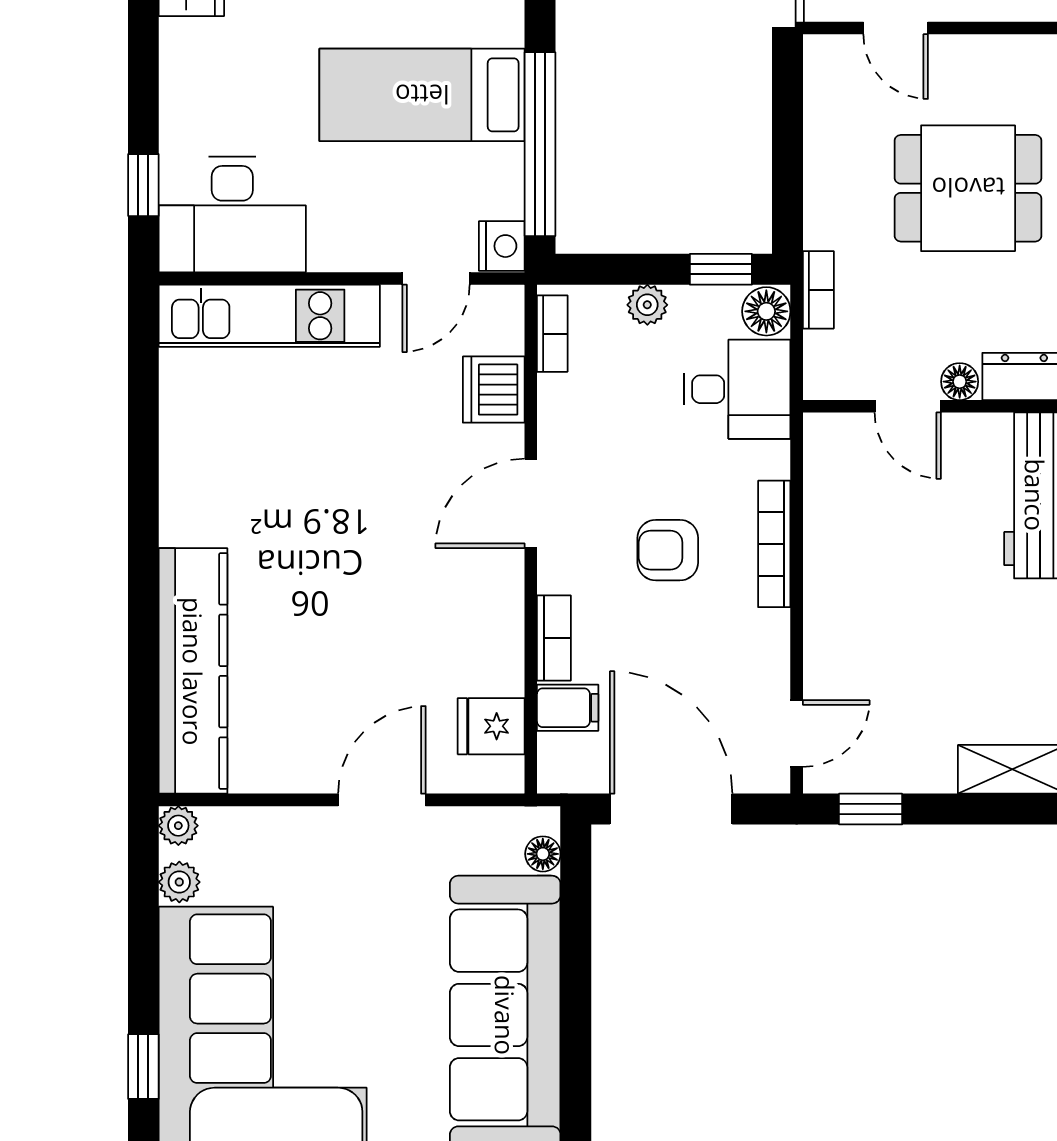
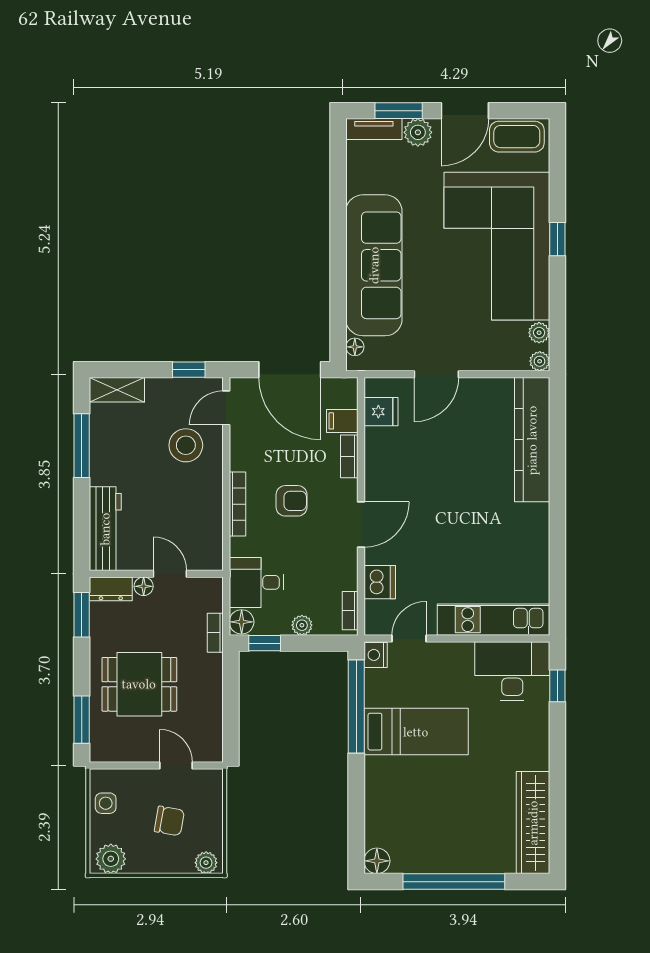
stool: (876, 660) -> (186, 445), added

